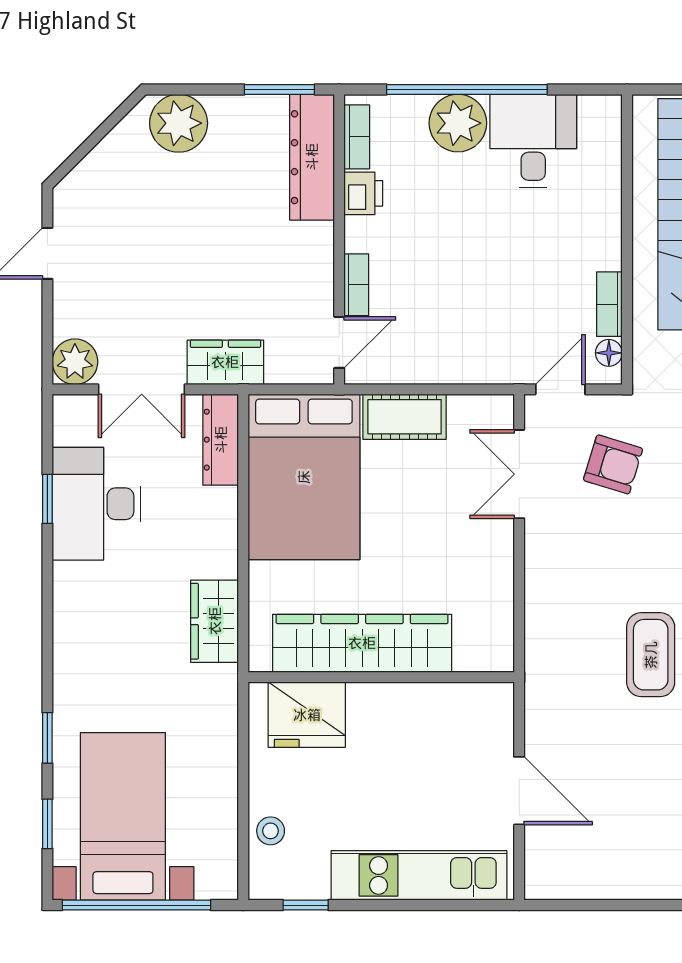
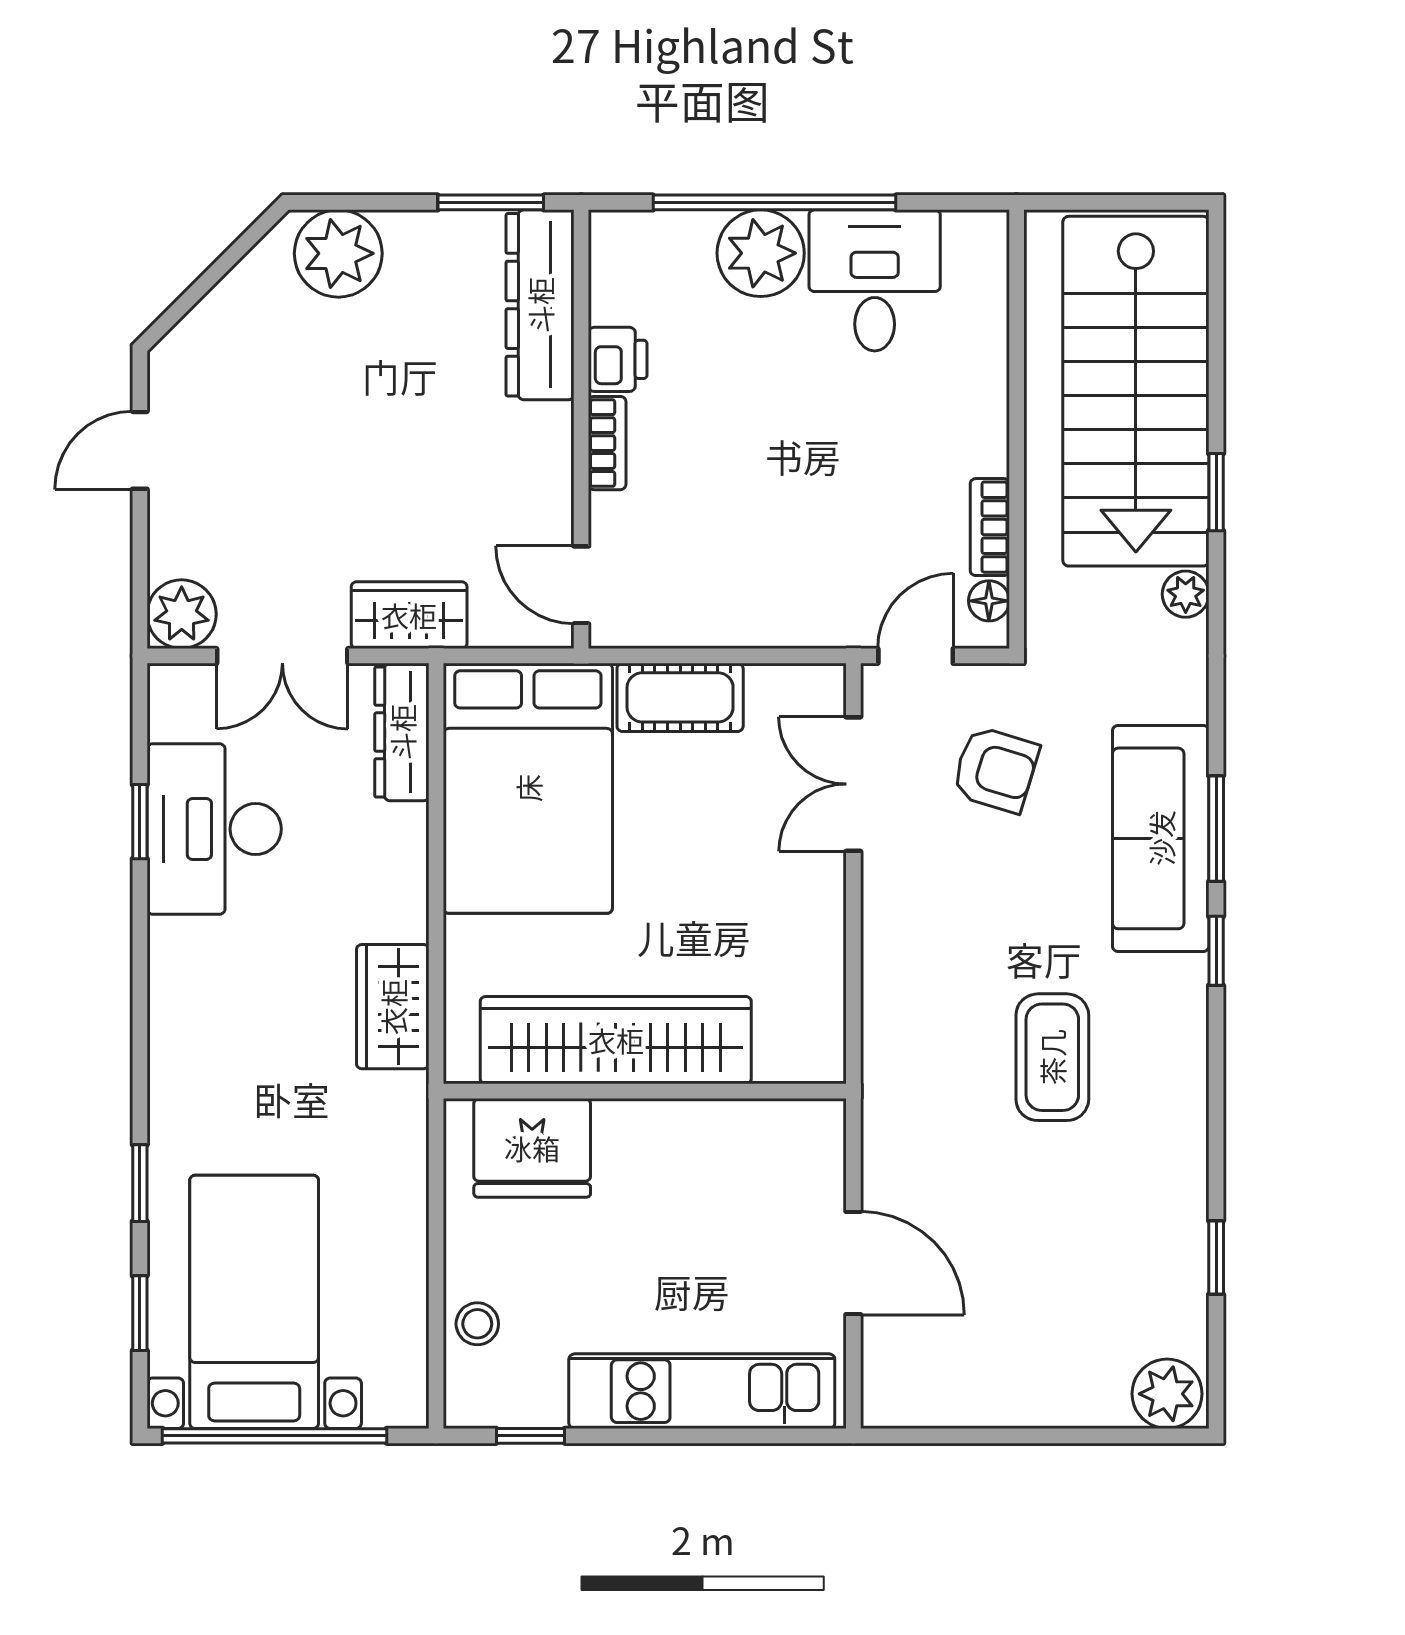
bookcase: (357, 137) -> (608, 274), removed
bookcase: (356, 285) -> (607, 443), moved
door: (339, 342) -> (581, 585), swing flipped

